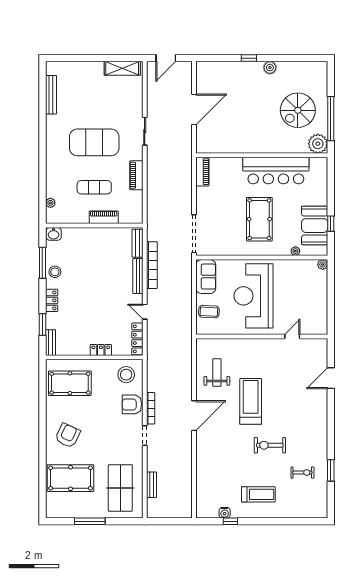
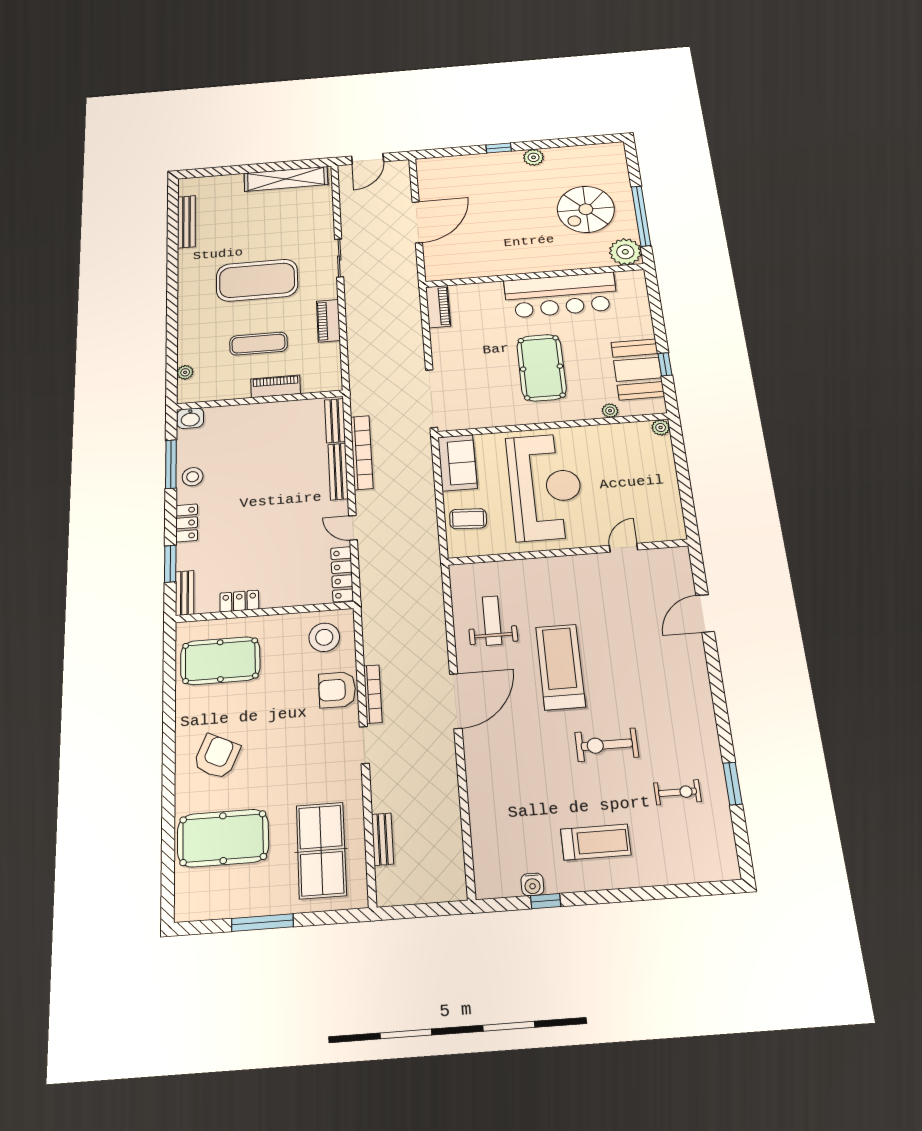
shelving: (122, 68) -> (286, 179), width x1.47
reception desk: (254, 296) -> (545, 487), turned 180
locker: (101, 350) -> (239, 601), moved

